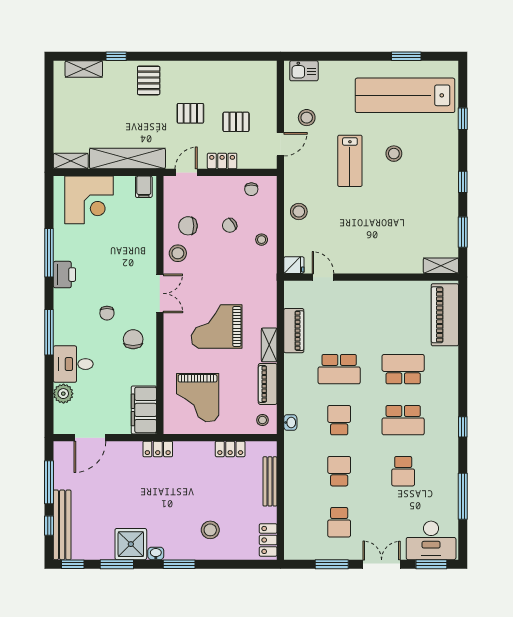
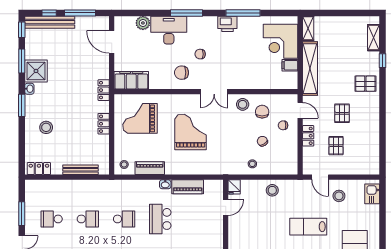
filing cabinet: (144, 187) -> (290, 65), moved
chair: (251, 189) -> (283, 125), moved
chair: (133, 339) -> (182, 73), turned 180
shelving: (269, 345) -> (178, 169), removed
desk: (73, 364) -> (169, 30), width x1.37
washbasin: (290, 422) -> (165, 184), moved
locker: (230, 449) -> (104, 124), moved

